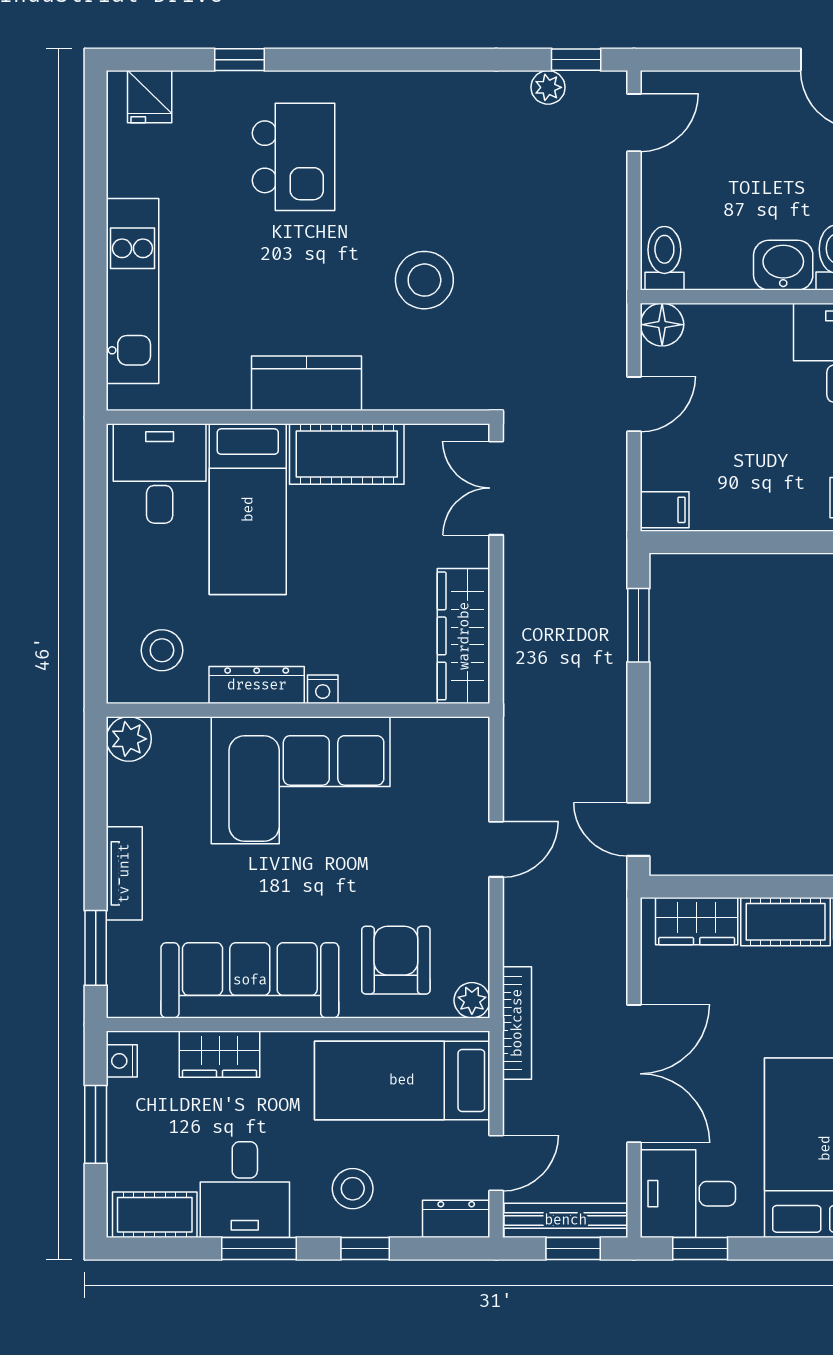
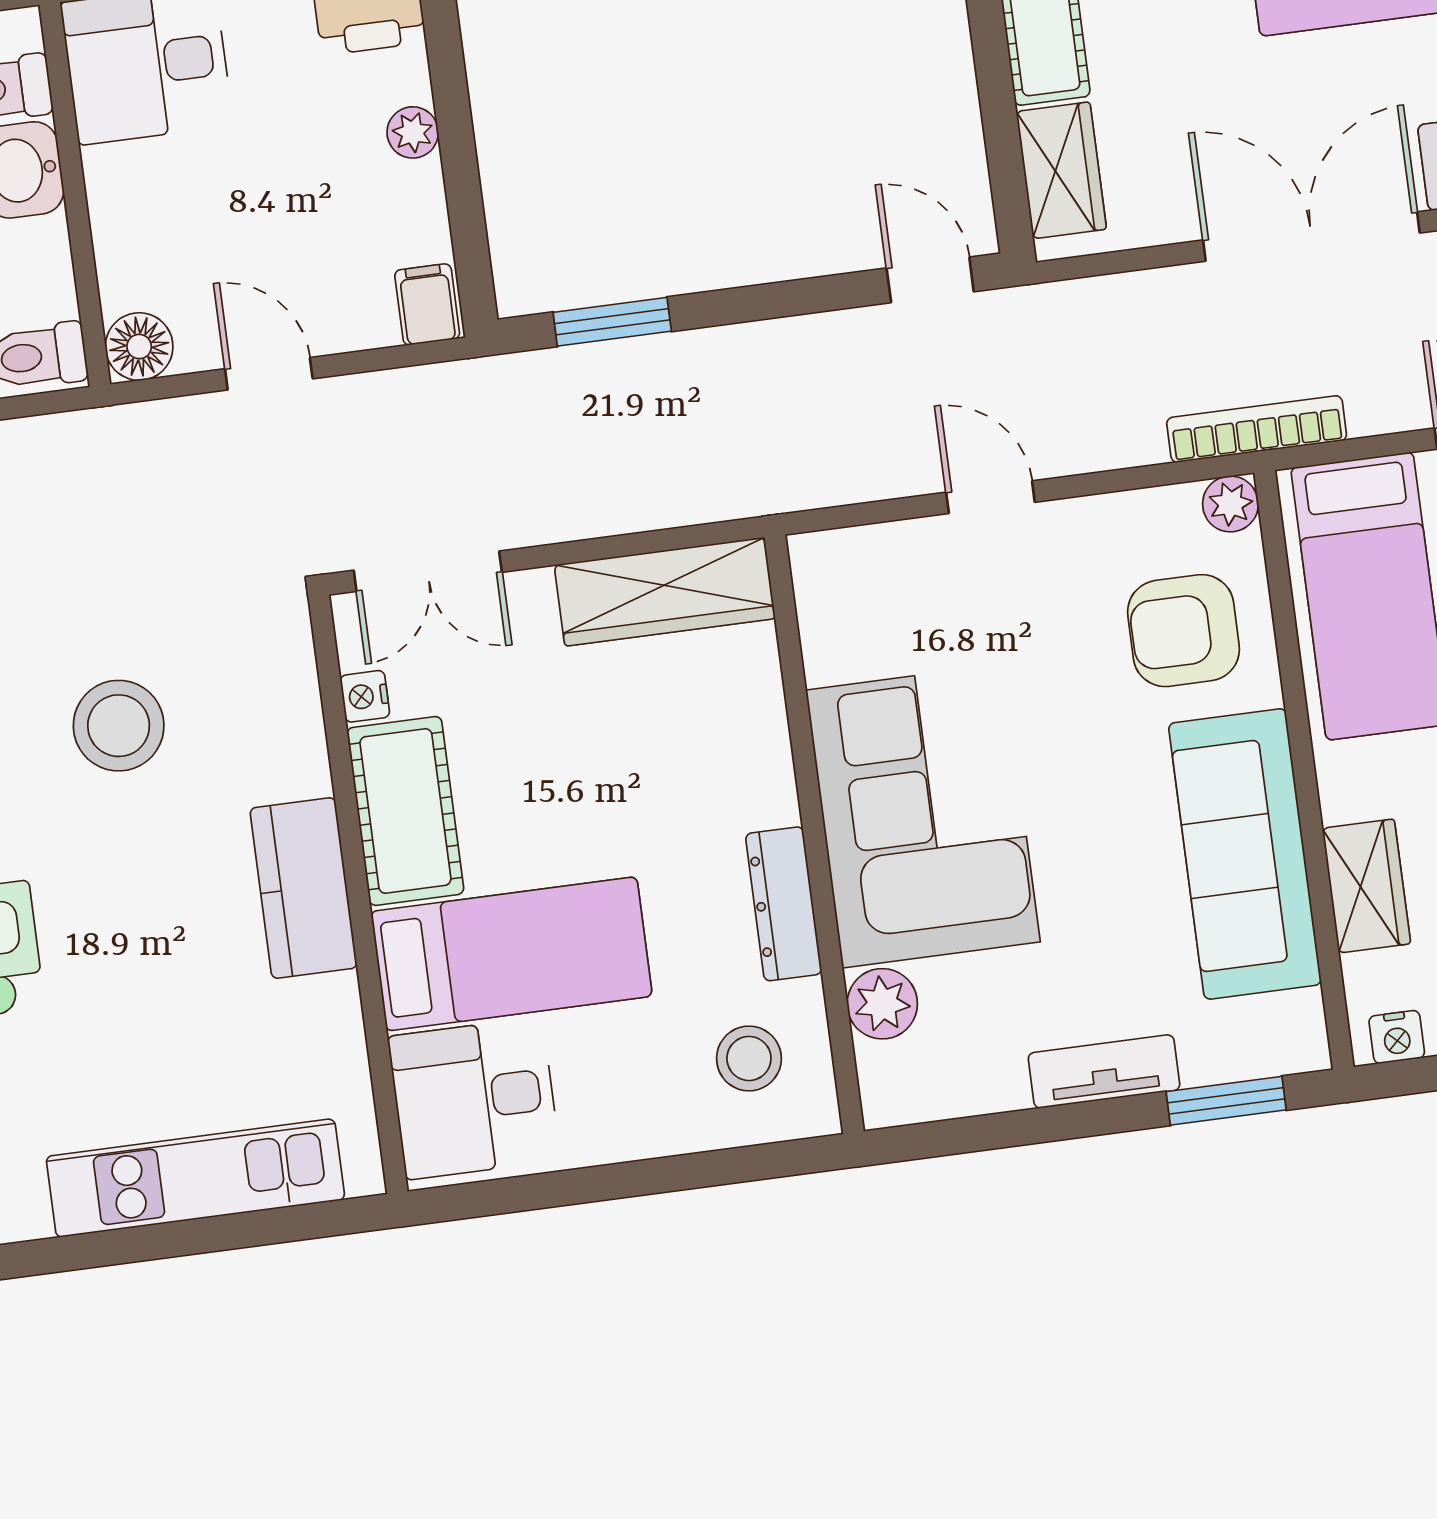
plant: (774, 515) -> (413, 132), added
nightstand: (323, 689) -> (365, 696), moved, turned 180
plant: (129, 739) -> (882, 1004), moved
door: (638, 829) -> (930, 280), swing flipped

